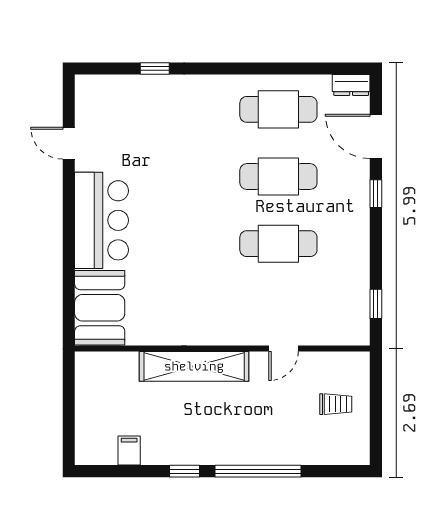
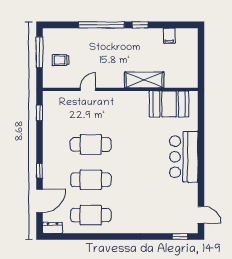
window: (155, 68) -> (180, 237), moved
door: (376, 136) -> (40, 201), hinge flipped
door: (69, 143) -> (201, 215), moved
booth: (100, 308) -> (169, 104), moved, turned 90
shelving: (194, 366) -> (144, 80), width x0.68
window: (376, 419) -> (40, 52), added

